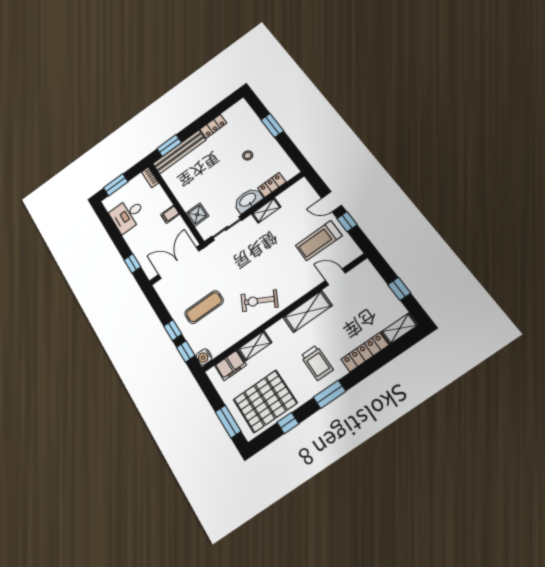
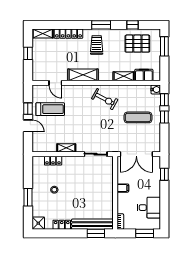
washbasin: (248, 200) -> (72, 162), removed
shower: (197, 215) -> (38, 223), moved
pallet: (265, 401) -> (137, 44), width x0.73, depth x0.71

